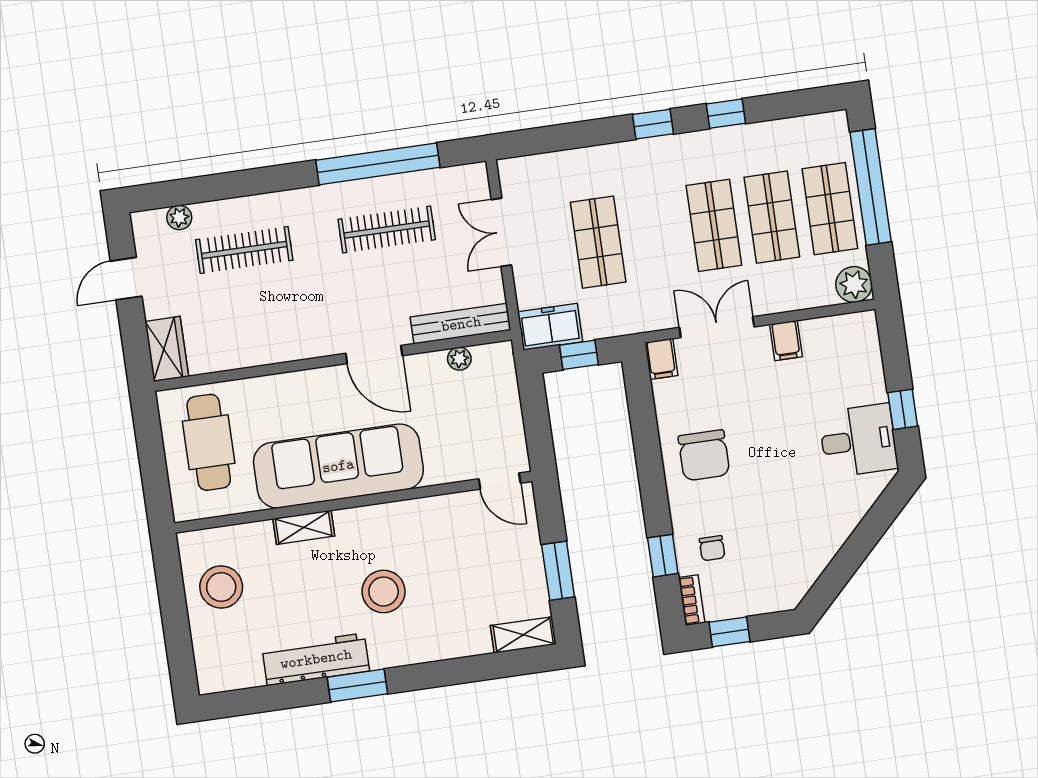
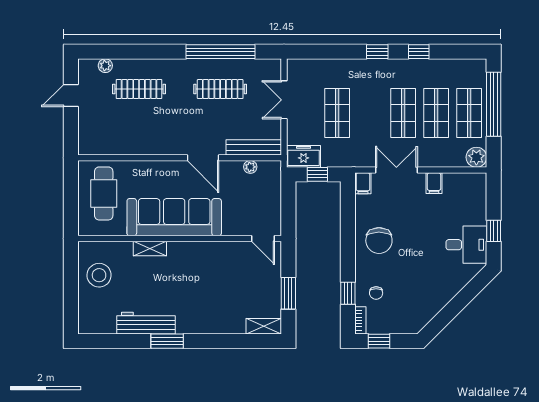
wardrobe: (167, 349) -> (88, 138), removed
stool: (384, 591) -> (189, 291), removed

